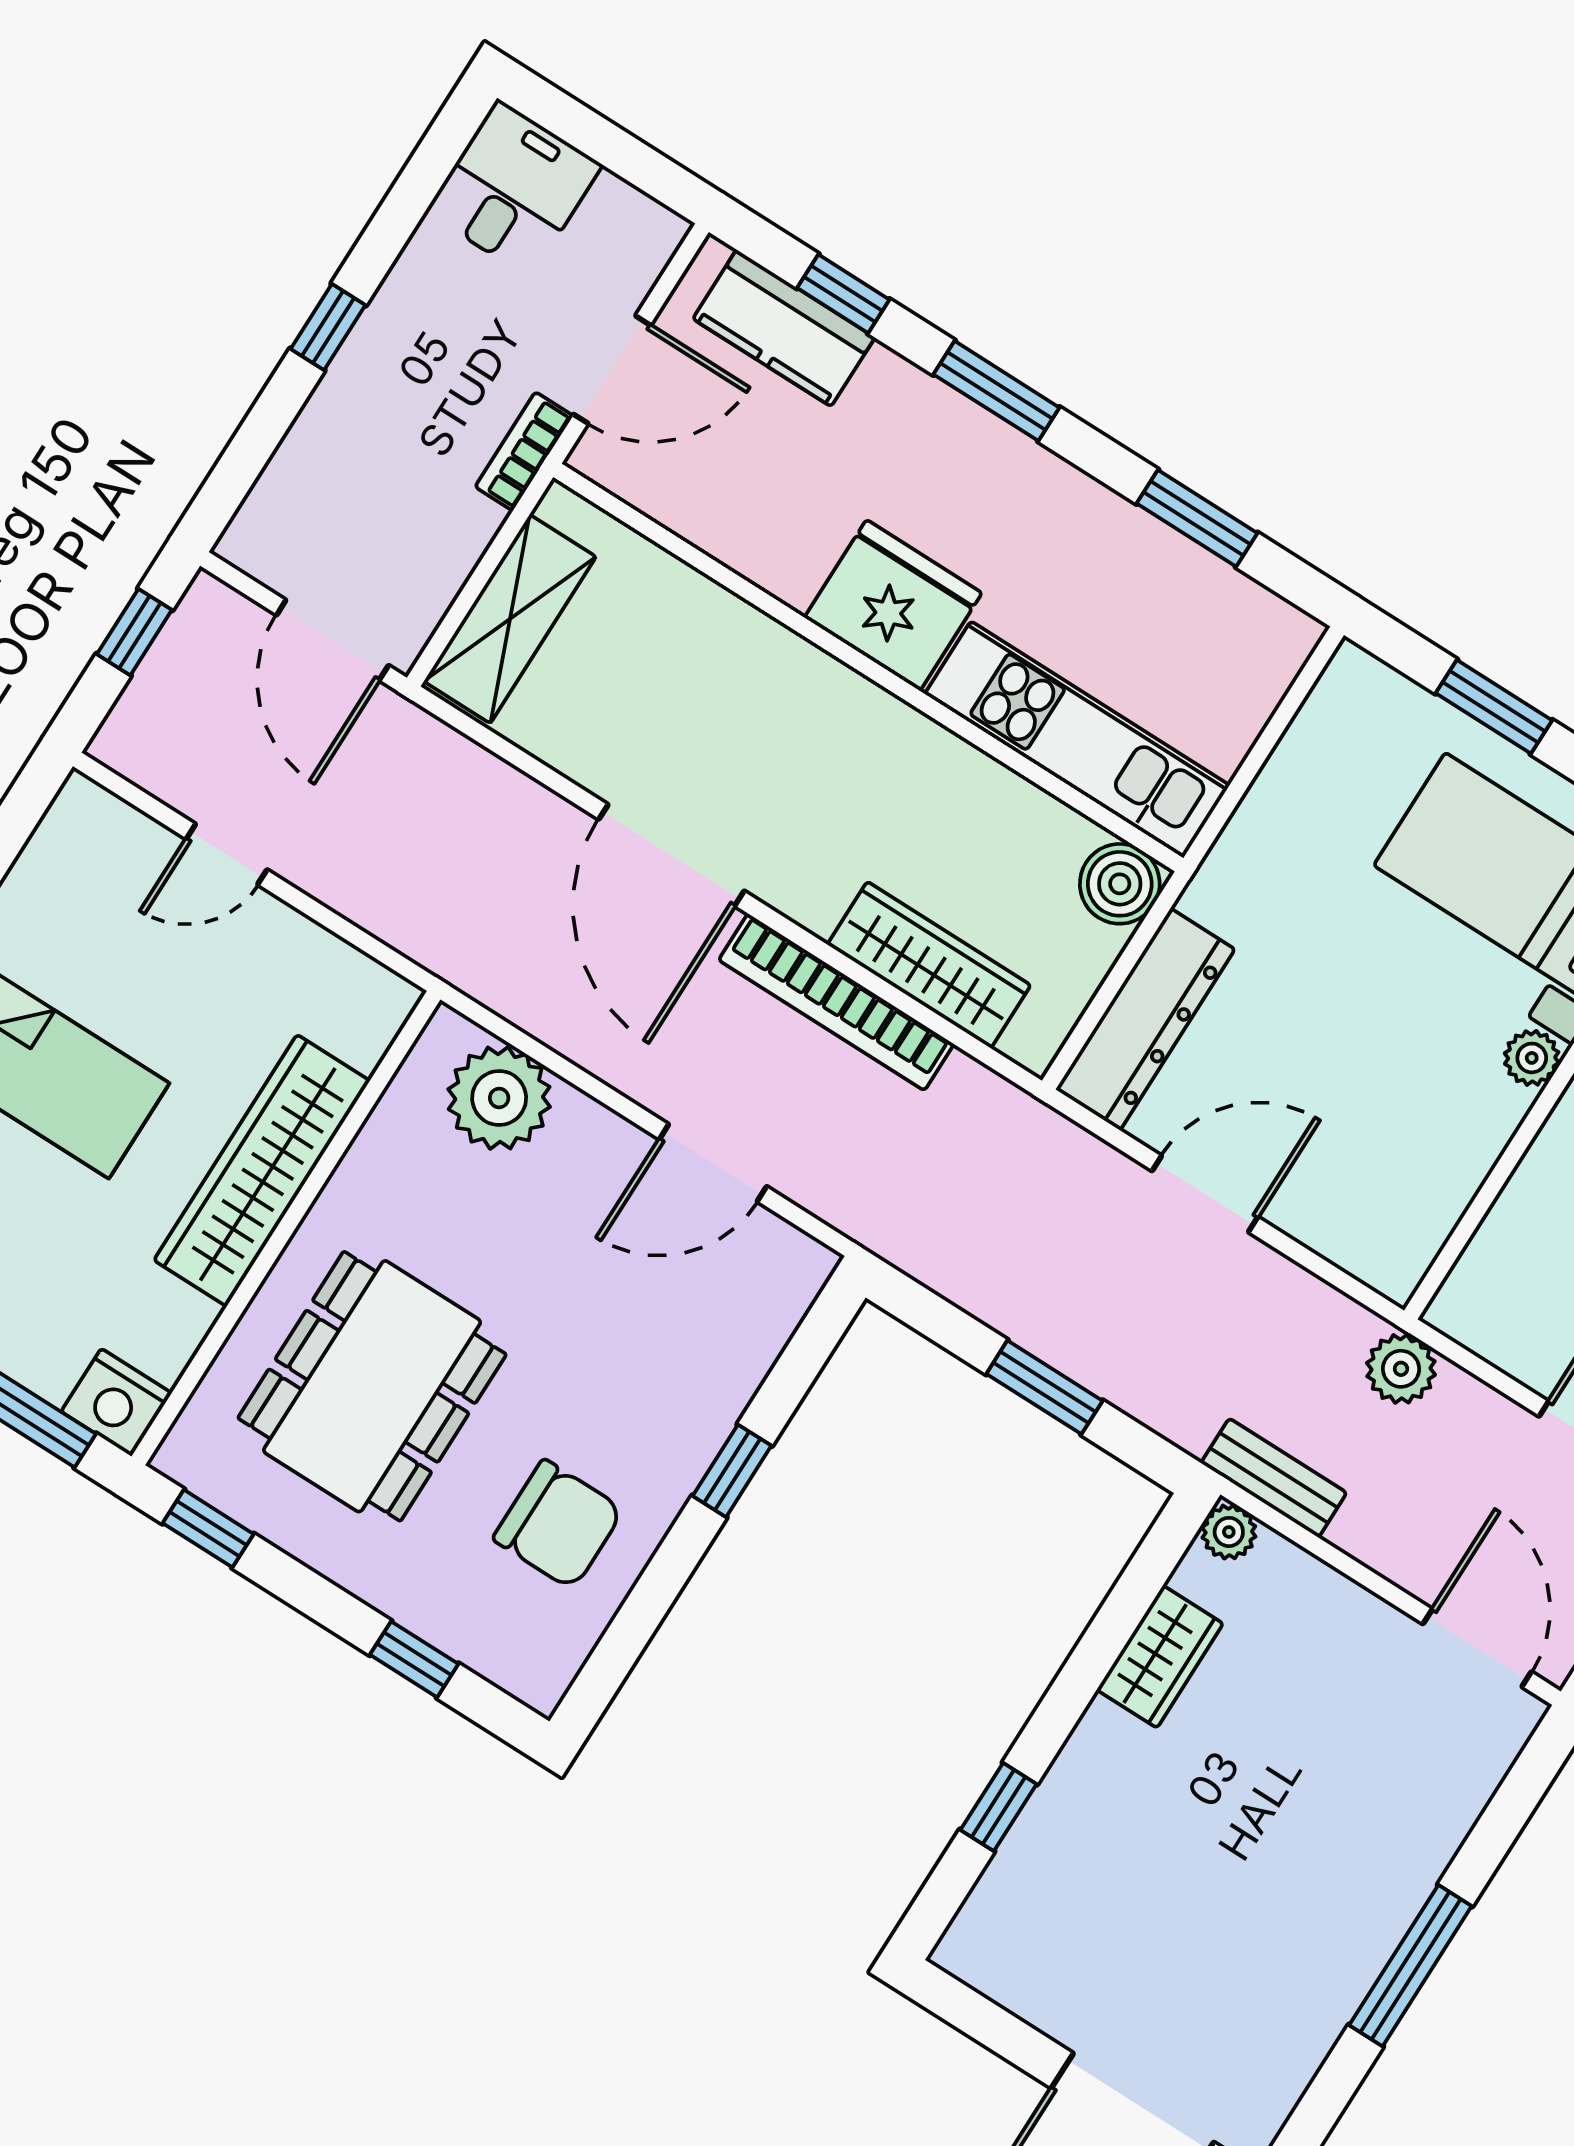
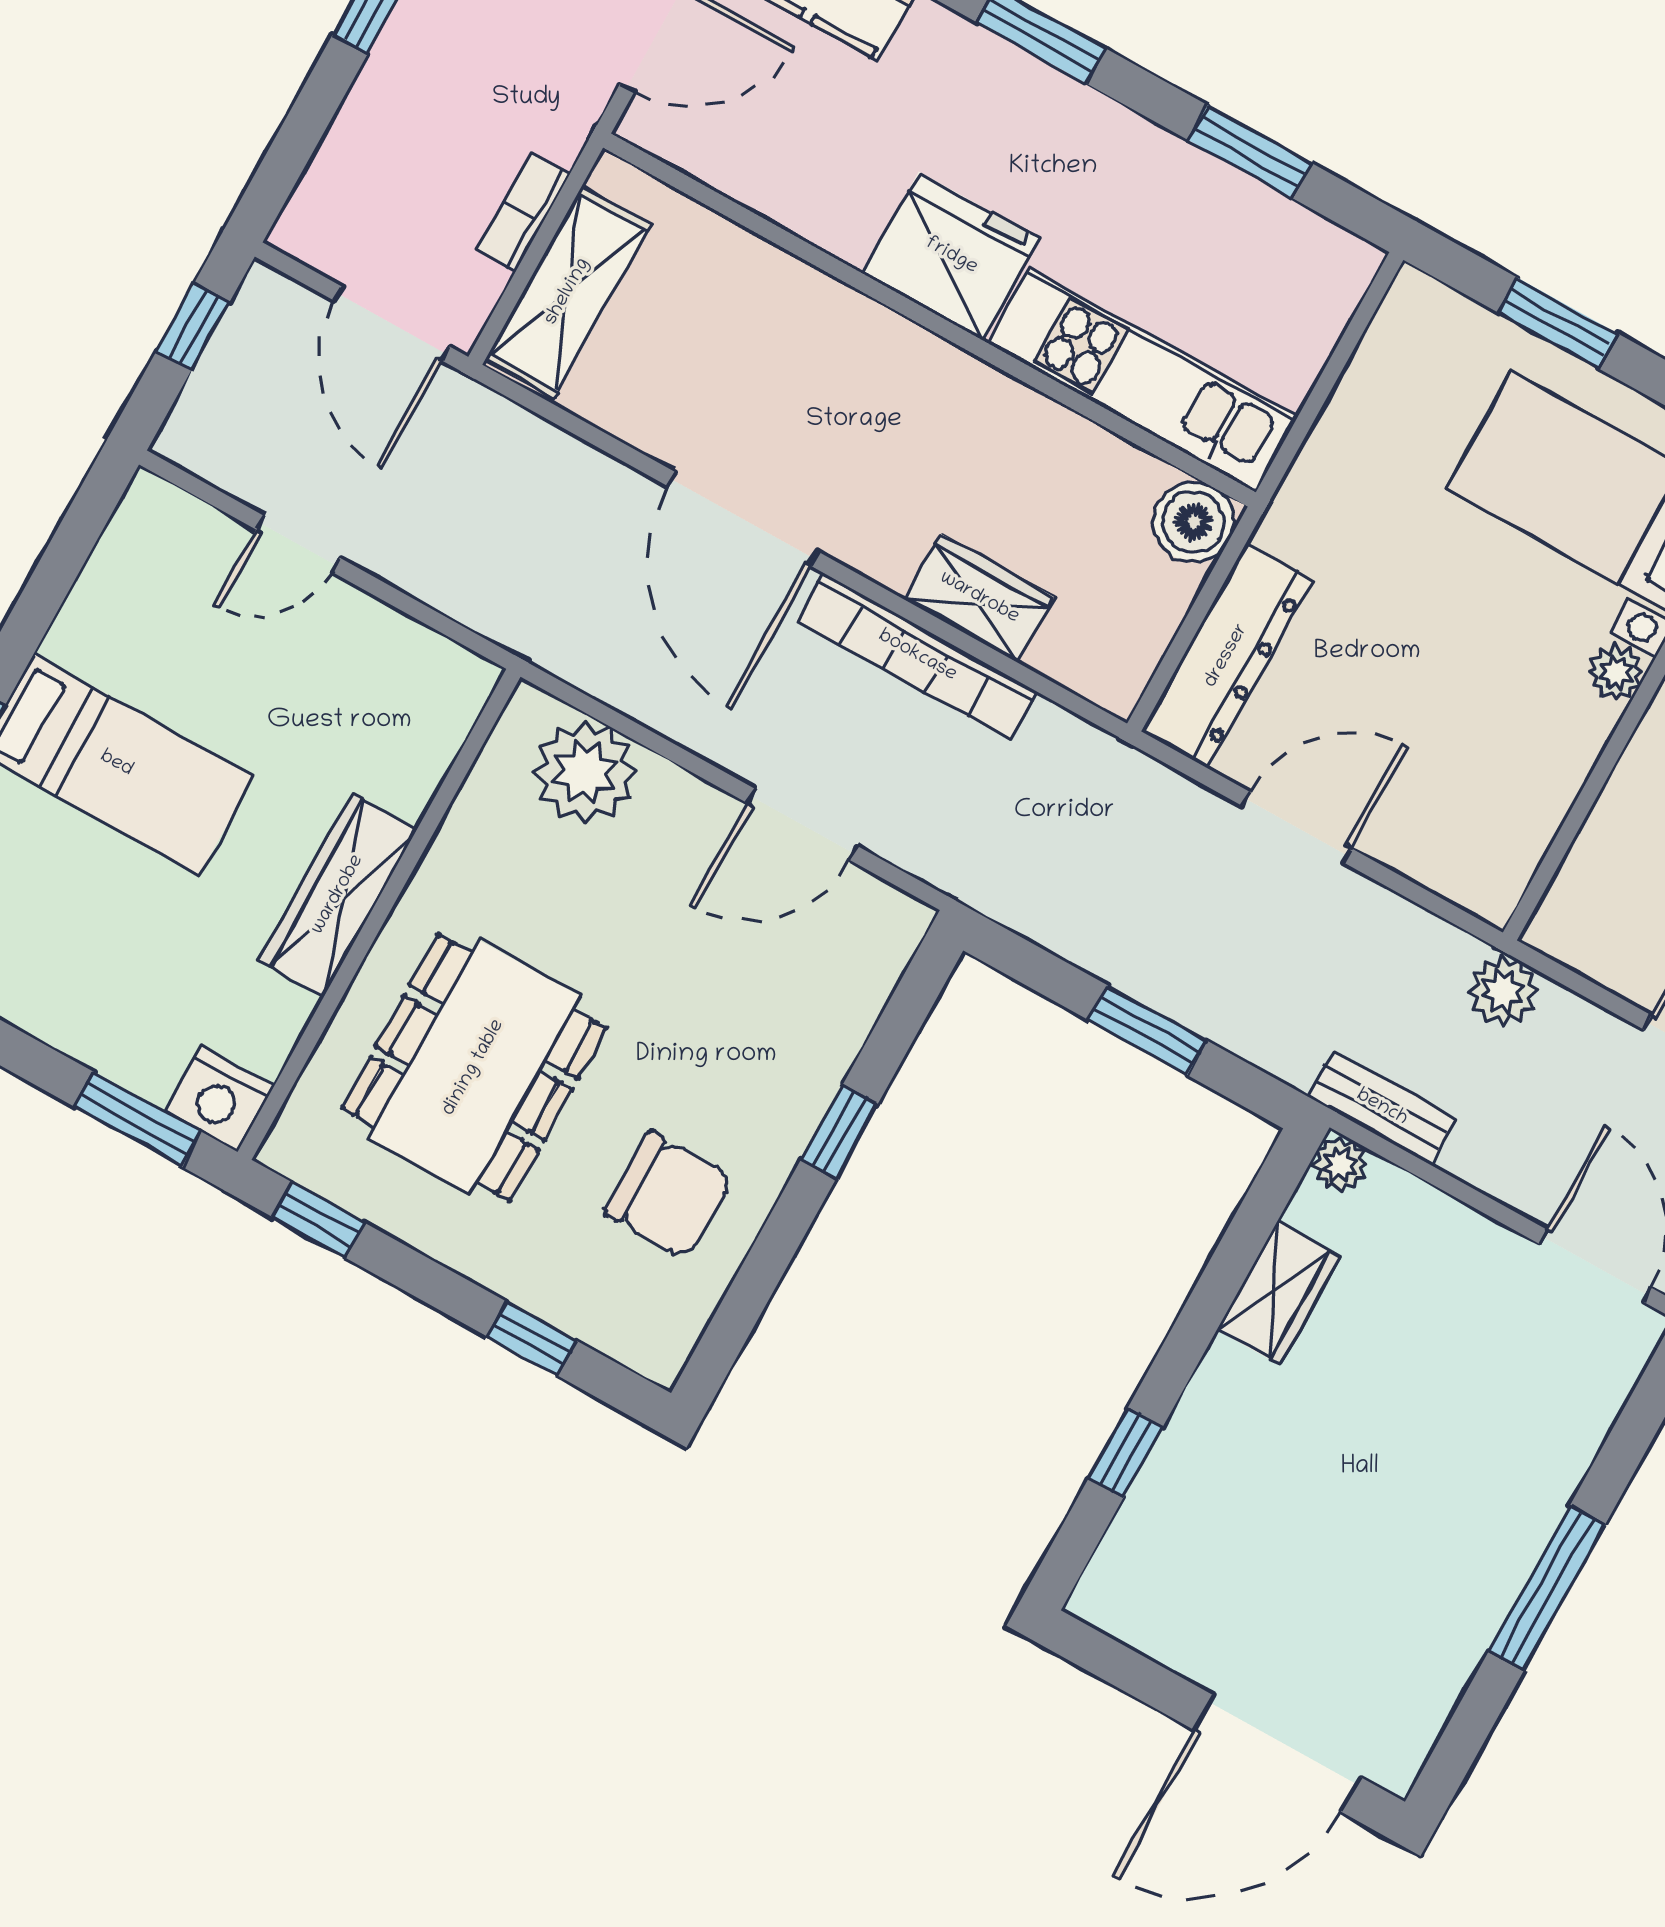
bookcase: (524, 451) -> (523, 212), moved
wardrobe: (929, 965) -> (979, 598), width x0.67
wardrobe: (262, 1170) -> (338, 895), width x0.71, depth x0.85

